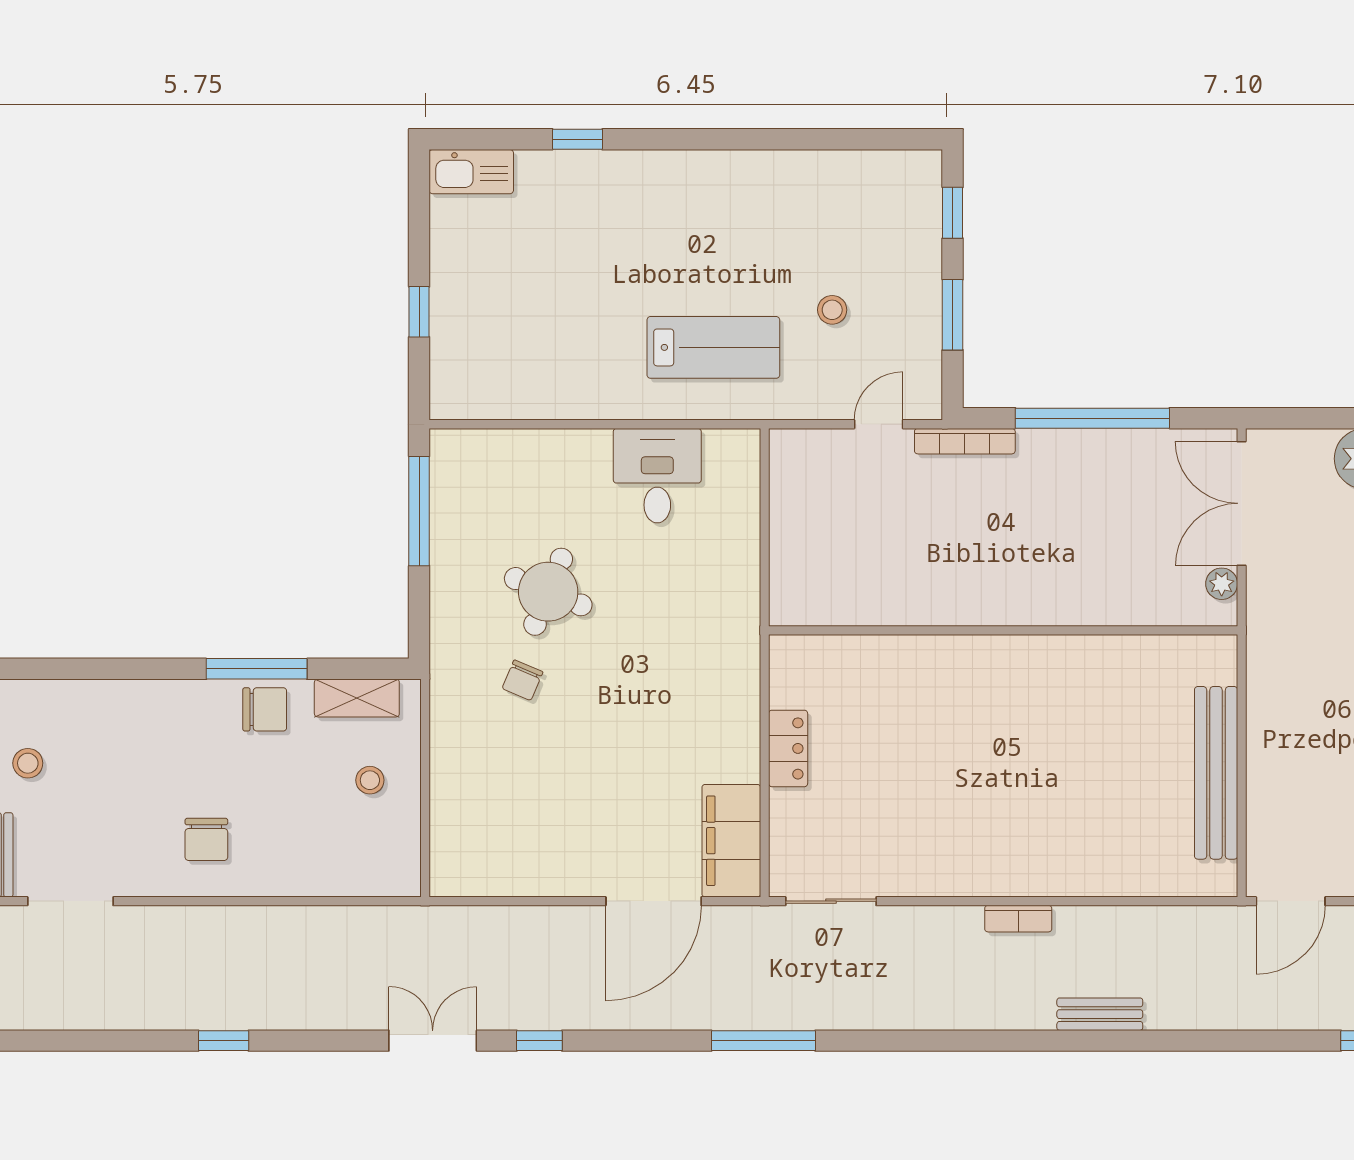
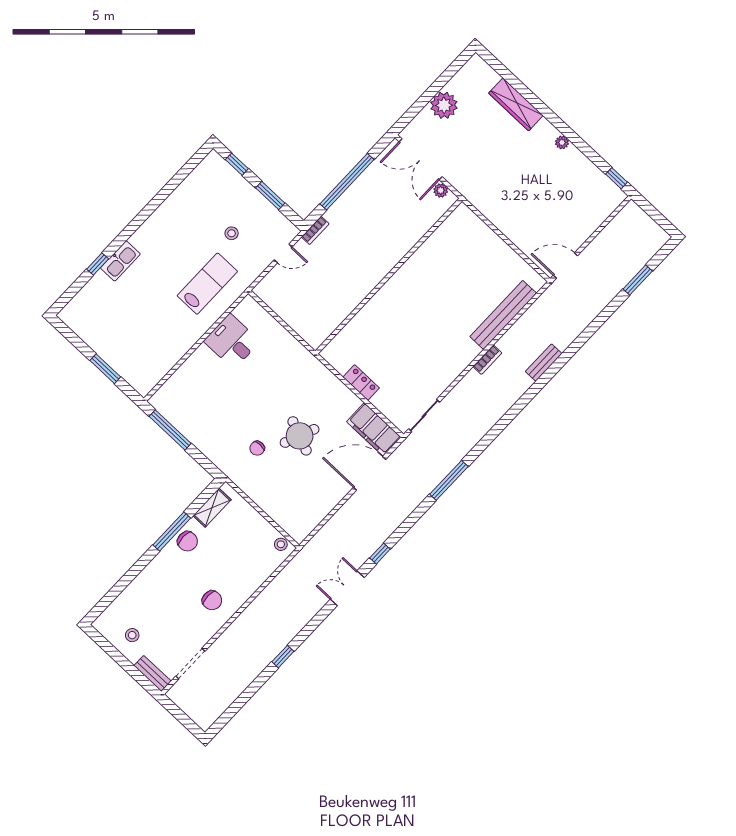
kitchen sink: (471, 172) -> (120, 261), moved
window: (419, 312) -> (105, 369), width x1.50
door: (879, 424) -> (283, 253), swing flipped
bookcase: (965, 441) -> (315, 230), width x0.64
round table: (548, 592) -> (300, 436), moved
chair: (522, 680) -> (257, 448), turned 67
chair: (265, 709) -> (187, 541), turned 90
bench: (1216, 773) -> (503, 315), moved, turned 90
stool: (370, 780) -> (281, 544), moved
door: (654, 901) -> (370, 473), swing flipped
door: (1291, 901) -> (565, 266), swing flipped

